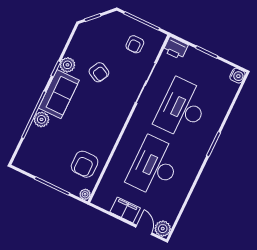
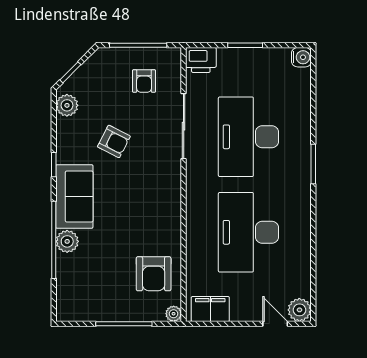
plant: (67, 65) -> (67, 105), moved
filing cabinet: (125, 210) -> (210, 309), moved

